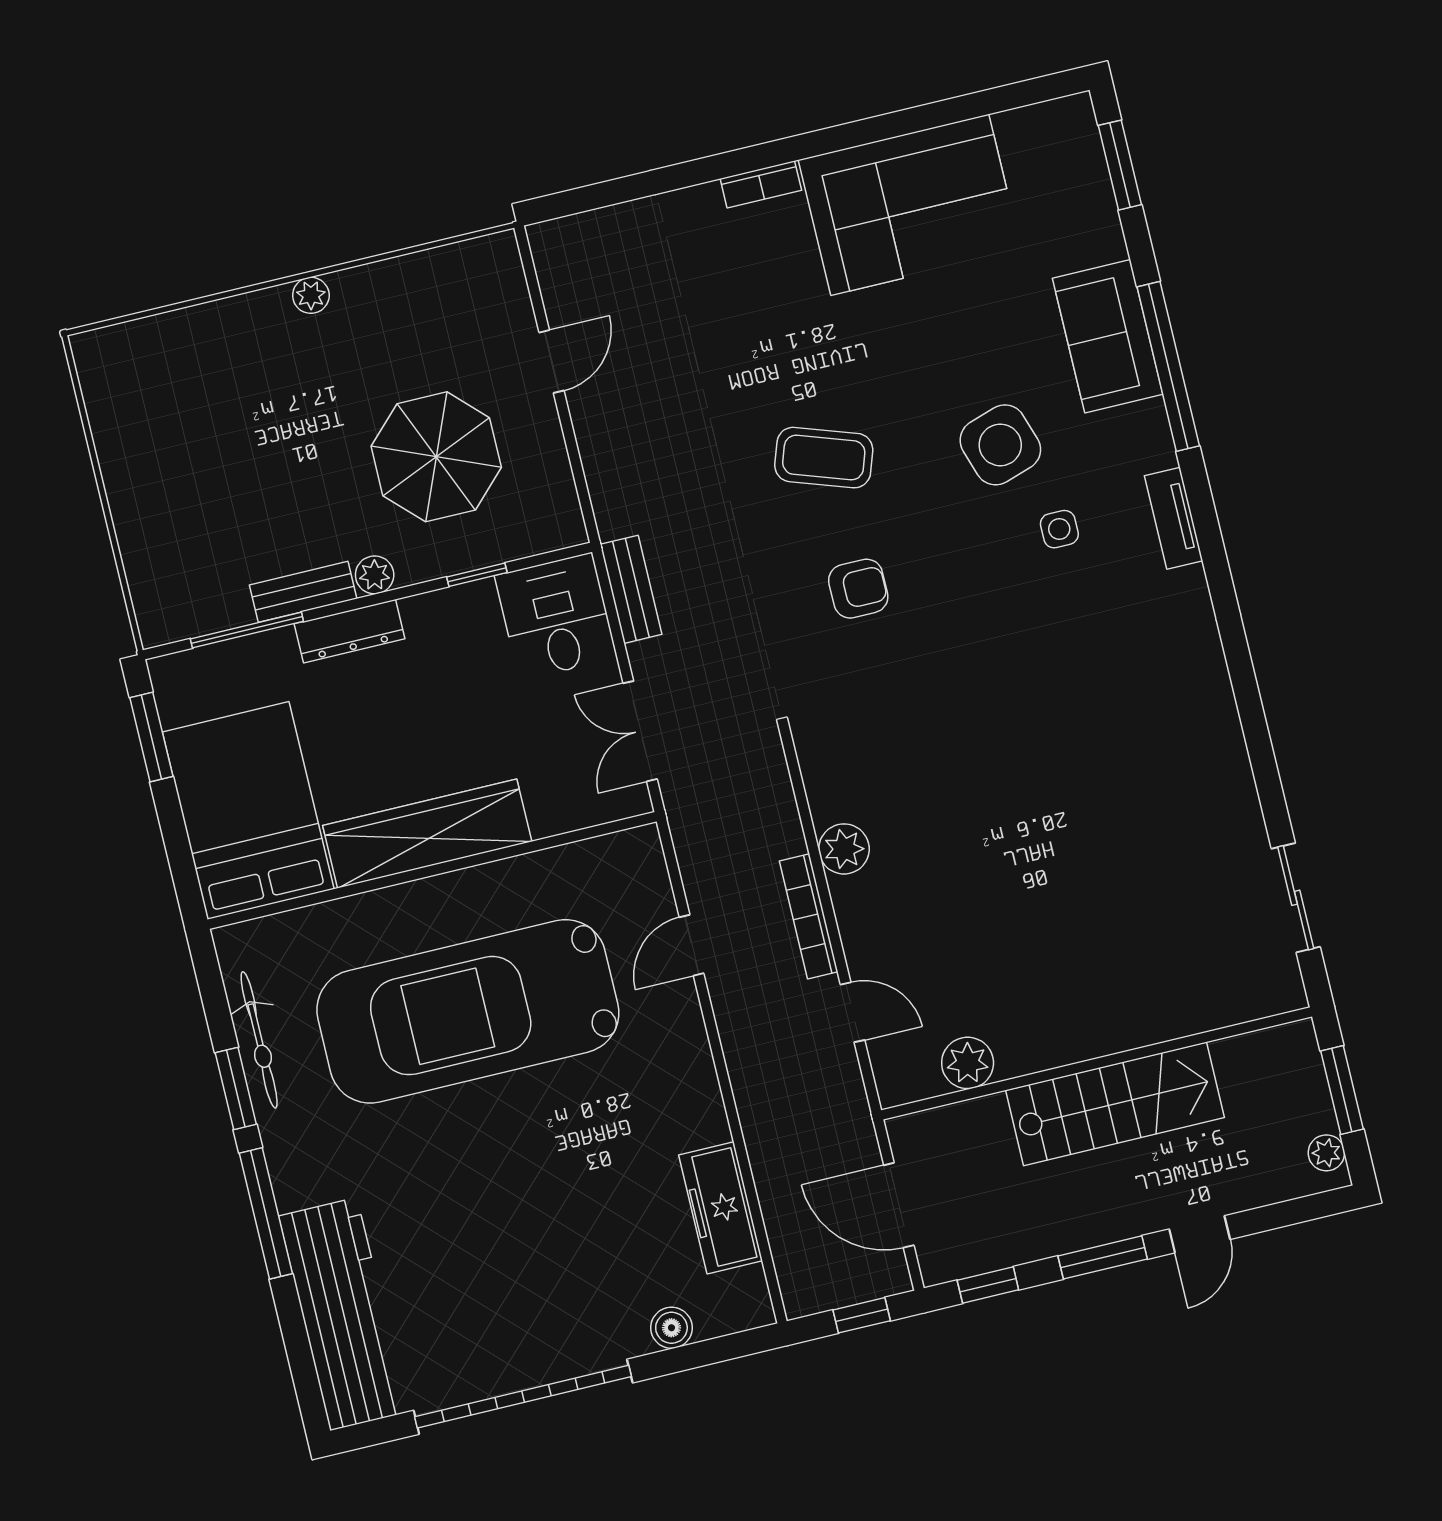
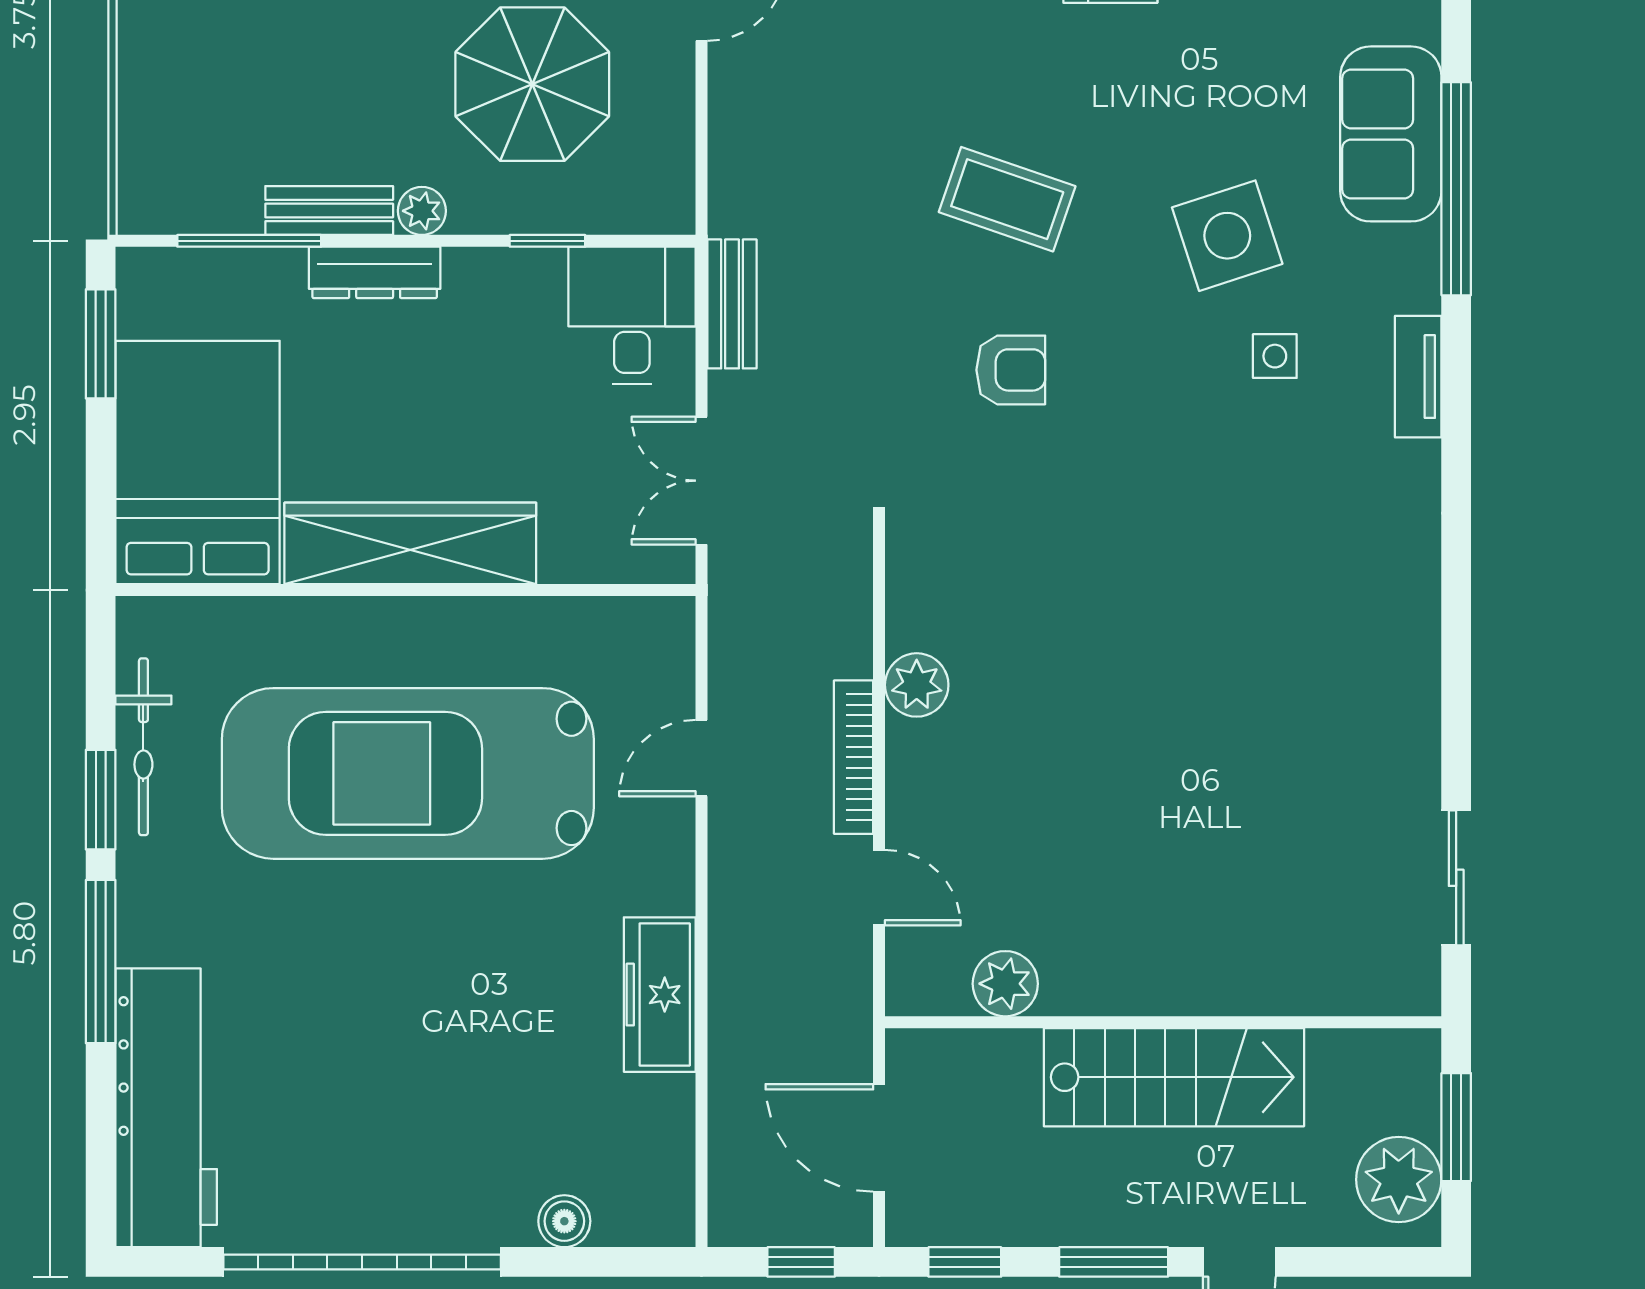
plant: (1326, 1153) -> (1399, 1180), width x1.88, depth x1.88
freezer: (721, 1208) -> (660, 995), moved

